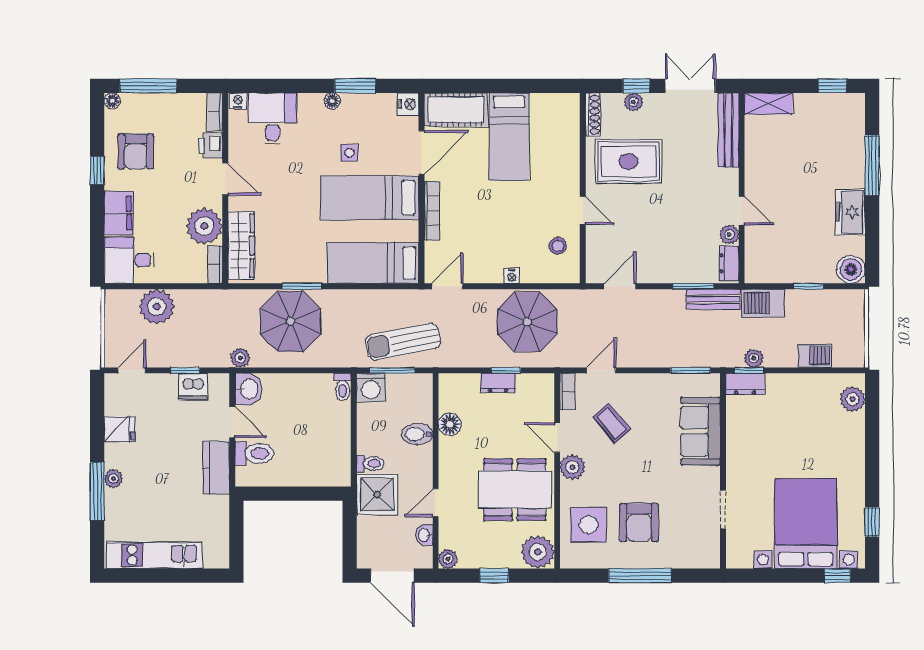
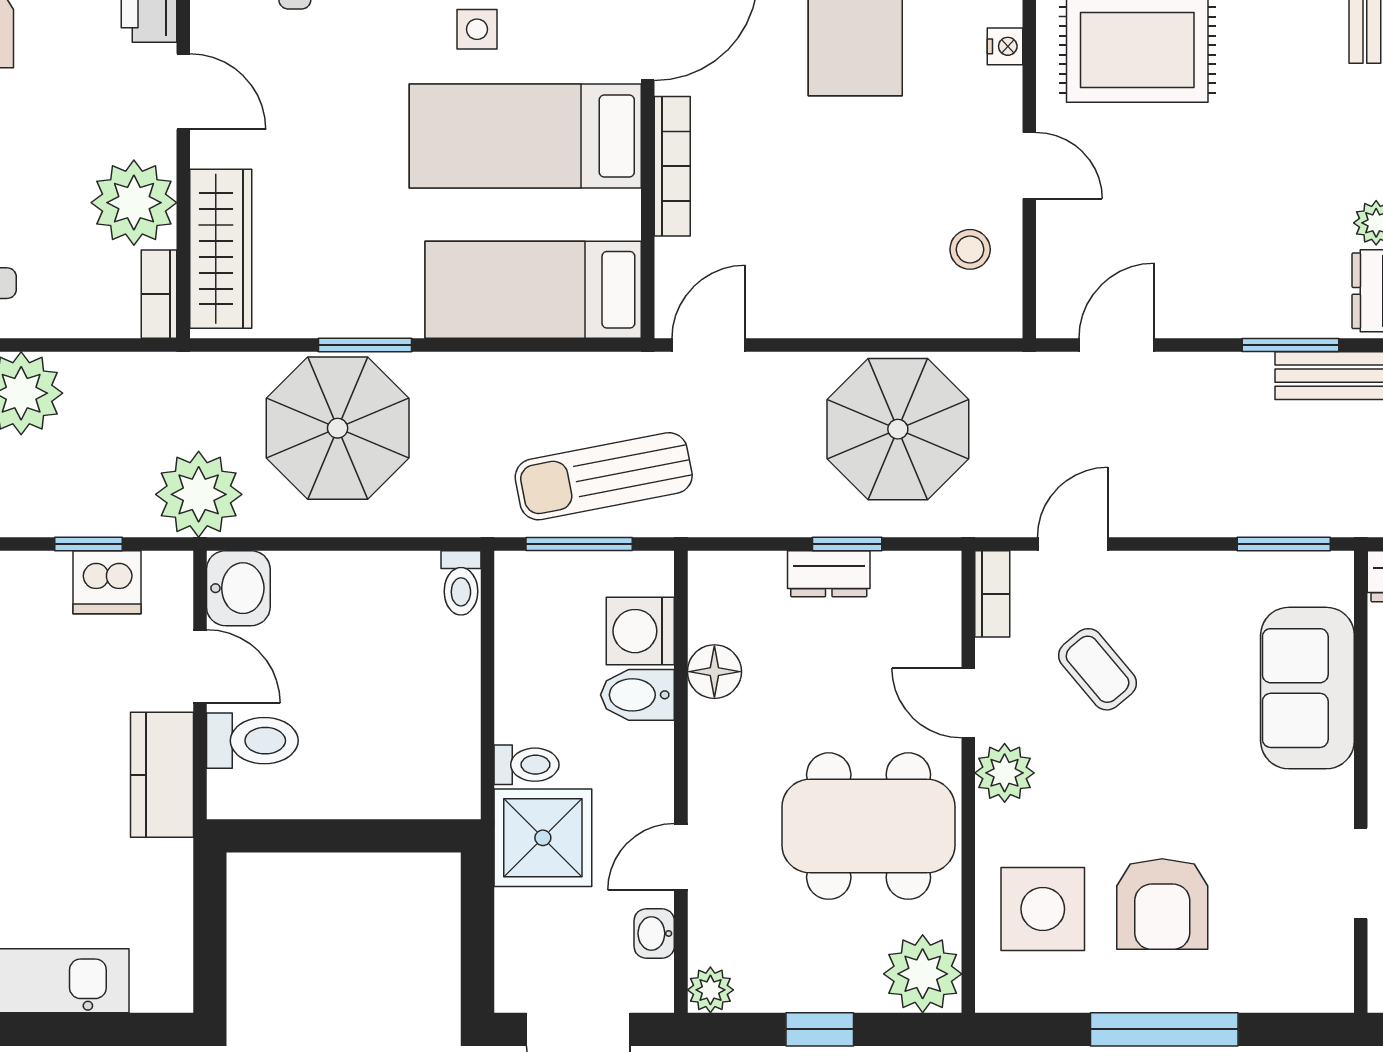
nightstand: (512, 276) -> (1005, 46), moved, turned -90
plant: (240, 358) -> (199, 494), width x1.88, depth x1.88
washing machine: (371, 388) -> (640, 631), moved, turned 90

